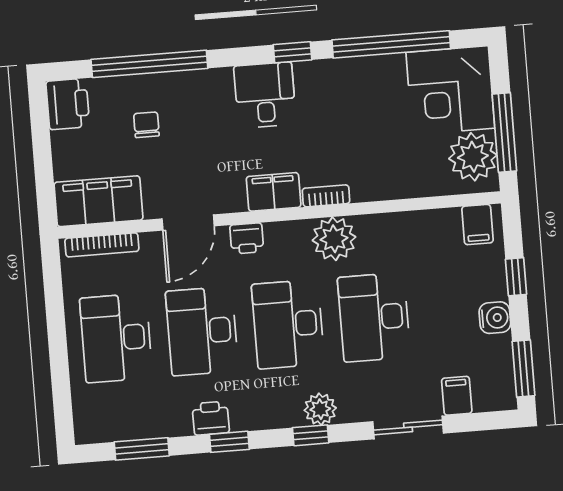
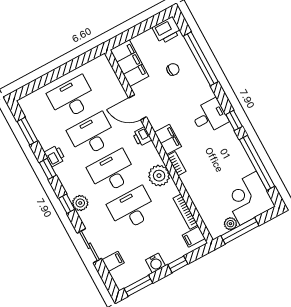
plant: (473, 157) -> (230, 224), width x0.53, depth x0.53
bookcase: (102, 245) -> (185, 212), moved

